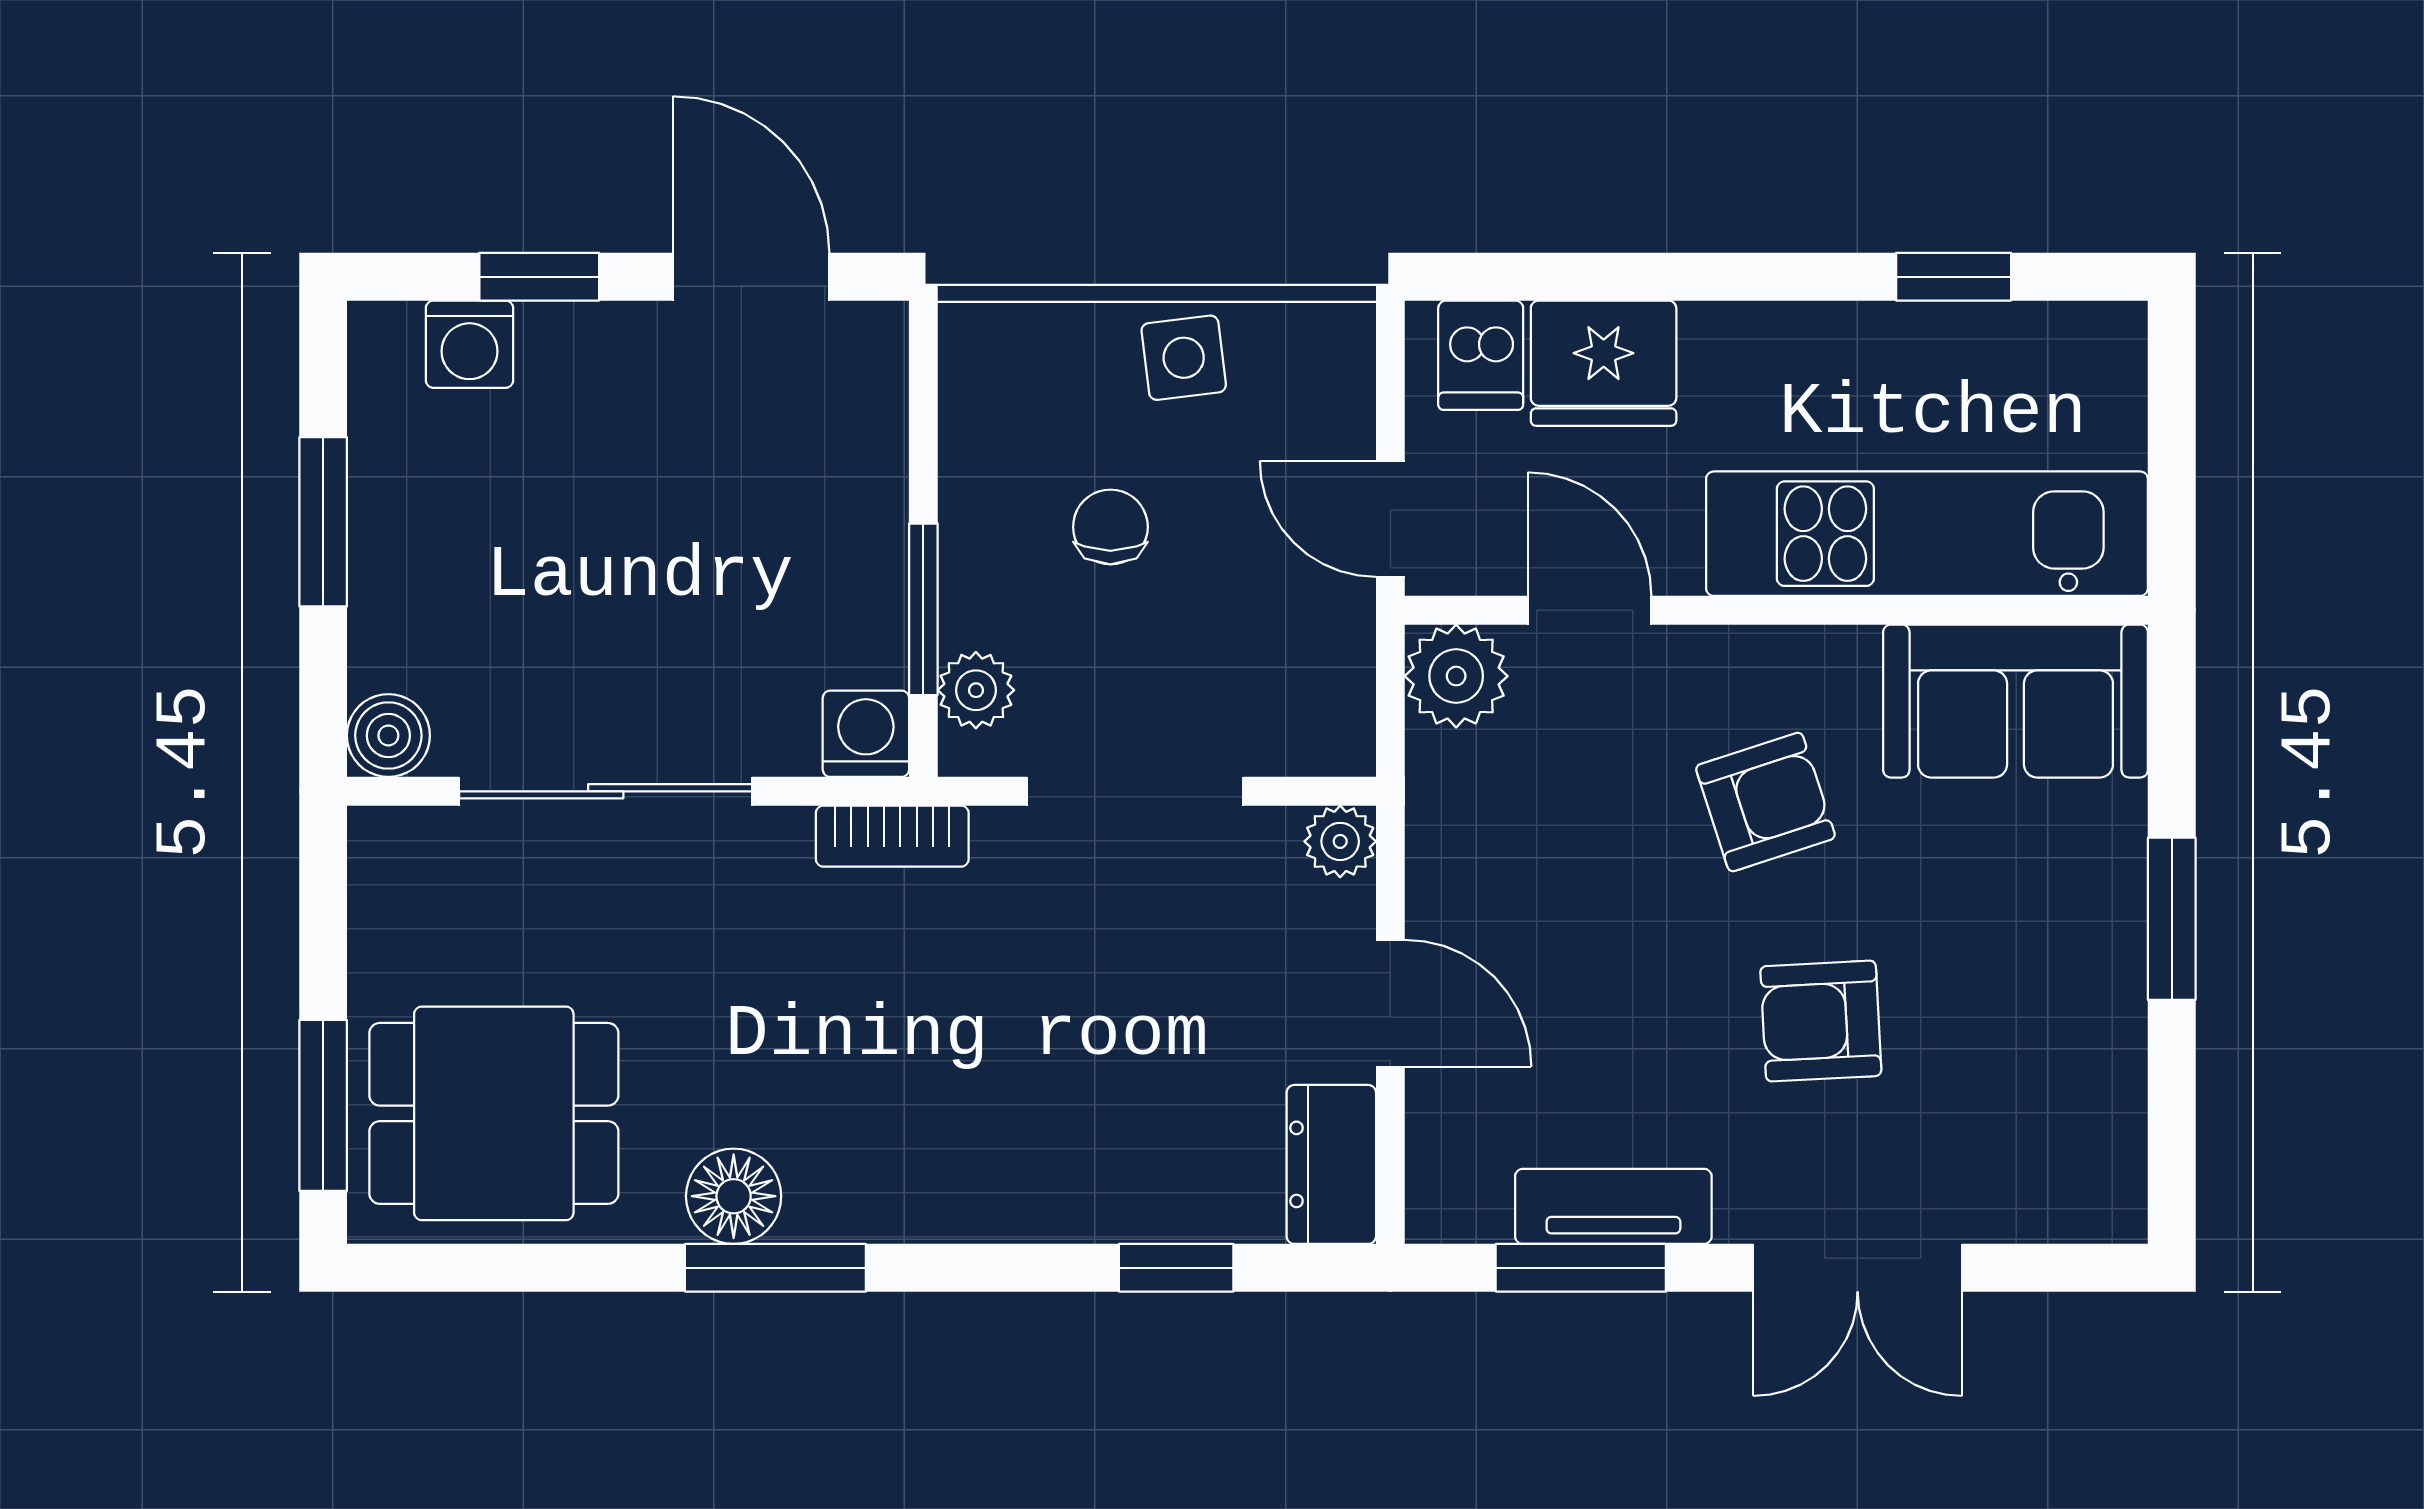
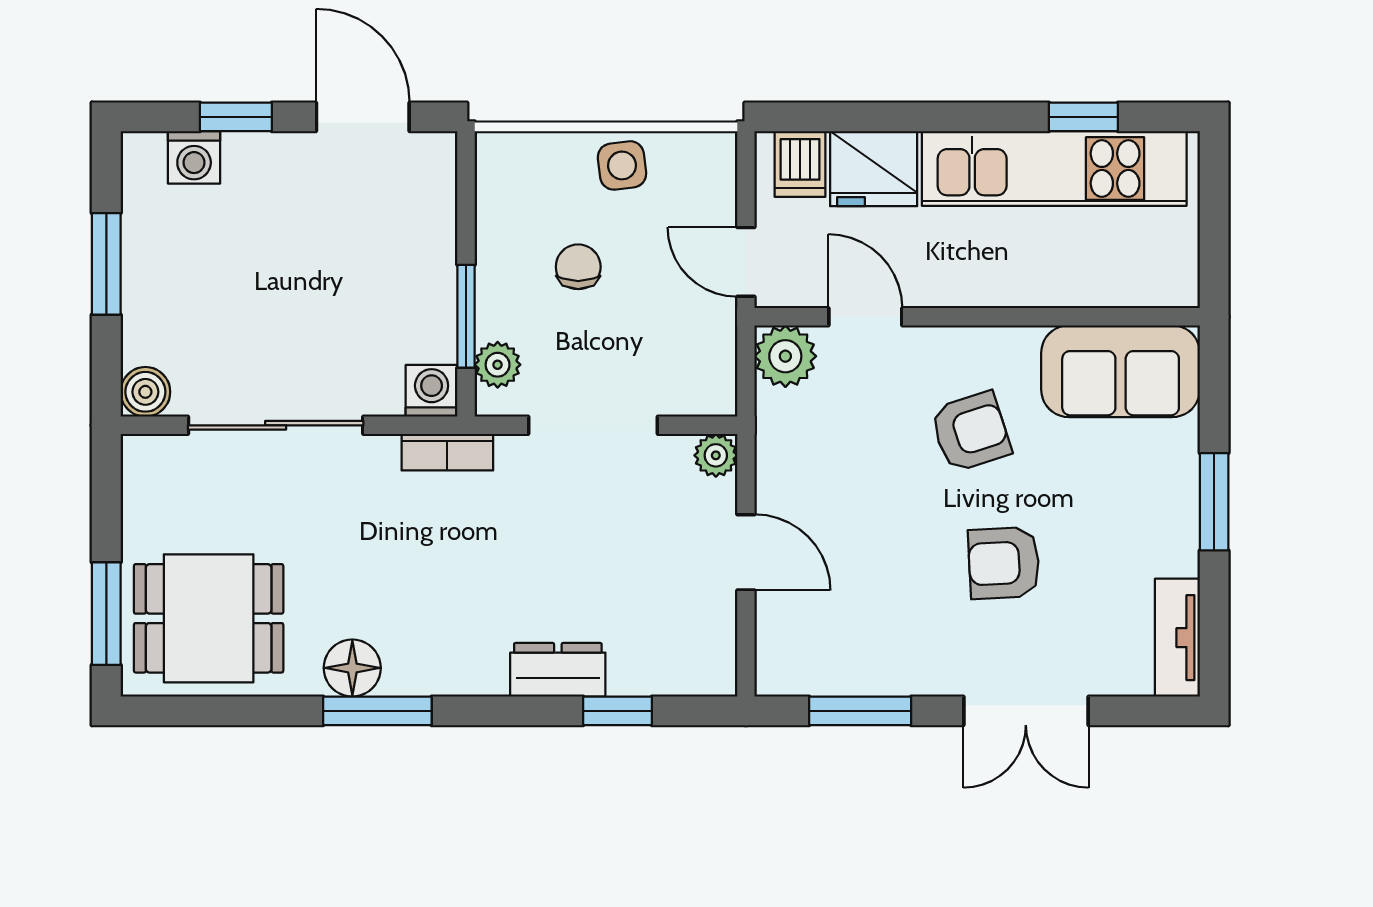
kitchen unit: (1927, 534) -> (1054, 168), moved, turned 180
dresser: (1331, 1164) -> (558, 670), moved, turned 90
tv unit: (1613, 1206) -> (1177, 638), moved, turned -90

